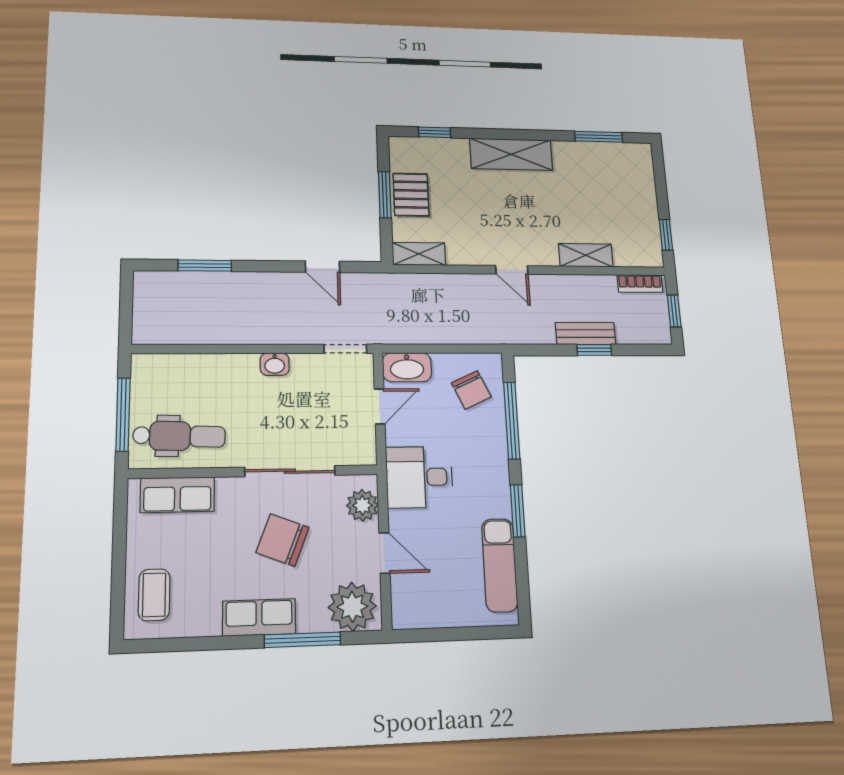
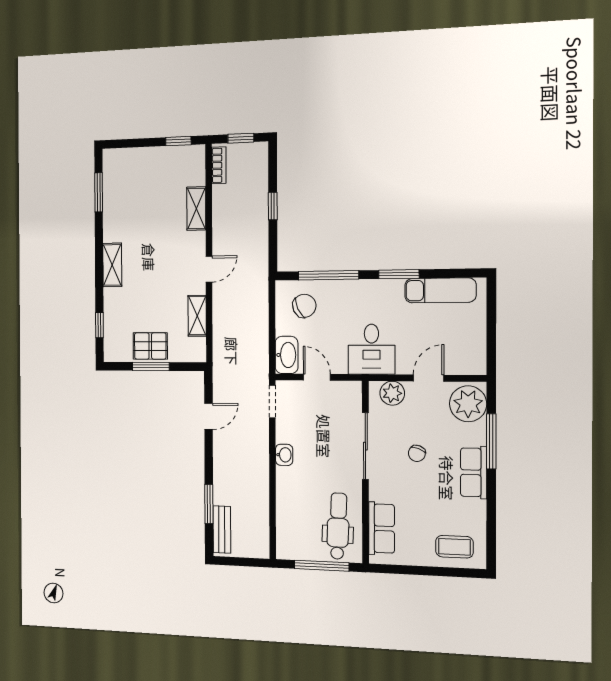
shelving: (511, 154) -> (112, 265), width x0.67, depth x0.75
shelving: (419, 254) -> (197, 316), moved
bench: (586, 334) -> (222, 530), moved
chair: (283, 540) -> (417, 453), width x0.54, depth x0.54

